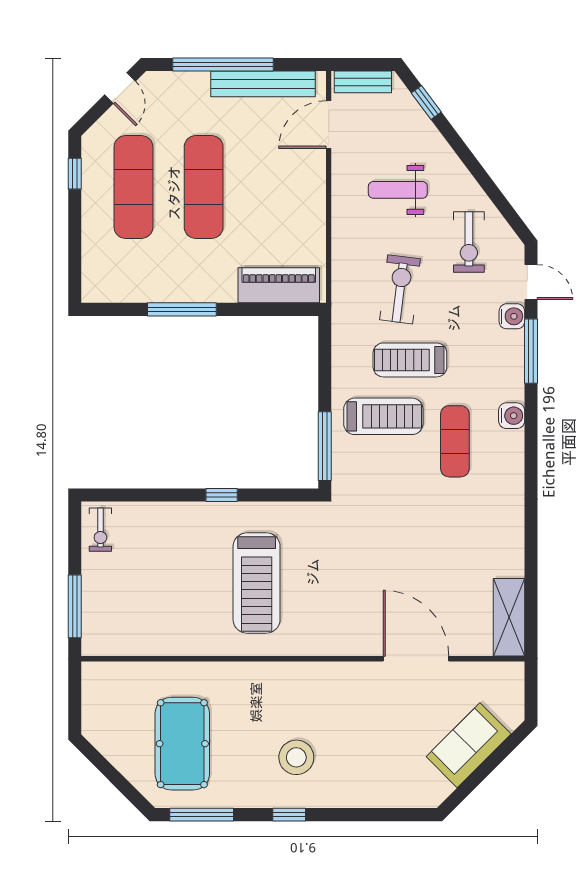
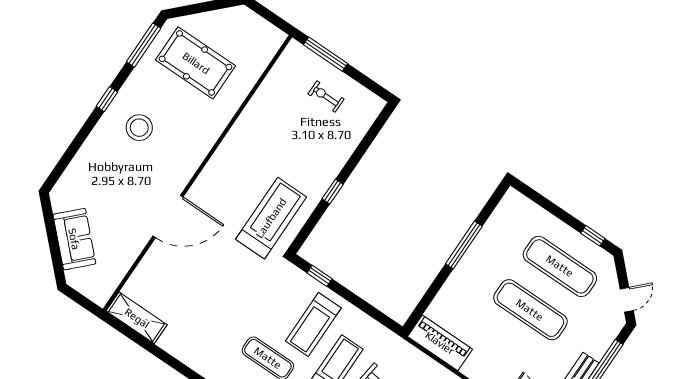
door: (120, 88) -> (627, 300), swing flipped
piano: (279, 285) -> (440, 343), moved, turned -90
window: (325, 446) -> (320, 276), width x0.46
exercise bike: (100, 530) -> (326, 96), moved
treadmill: (257, 583) -> (271, 218), moved, turned 90
door: (416, 659) -> (168, 216), moved

